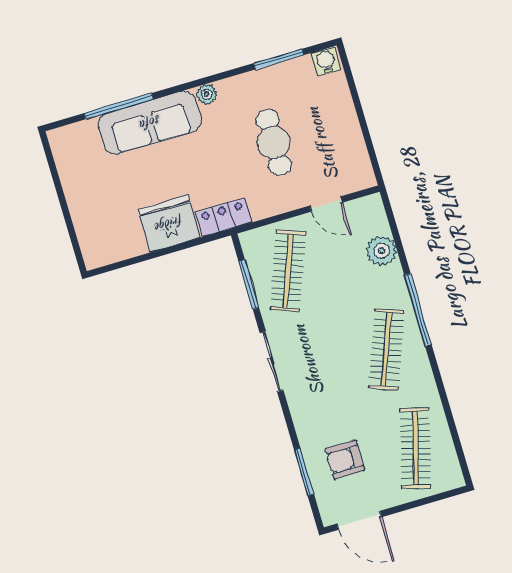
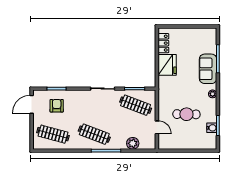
water cooler: (326, 61) -> (212, 128), moved
sofa: (150, 123) -> (208, 69), width x0.73
door: (326, 204) -> (157, 127), swing flipped
locker: (224, 217) -> (163, 43), moved

